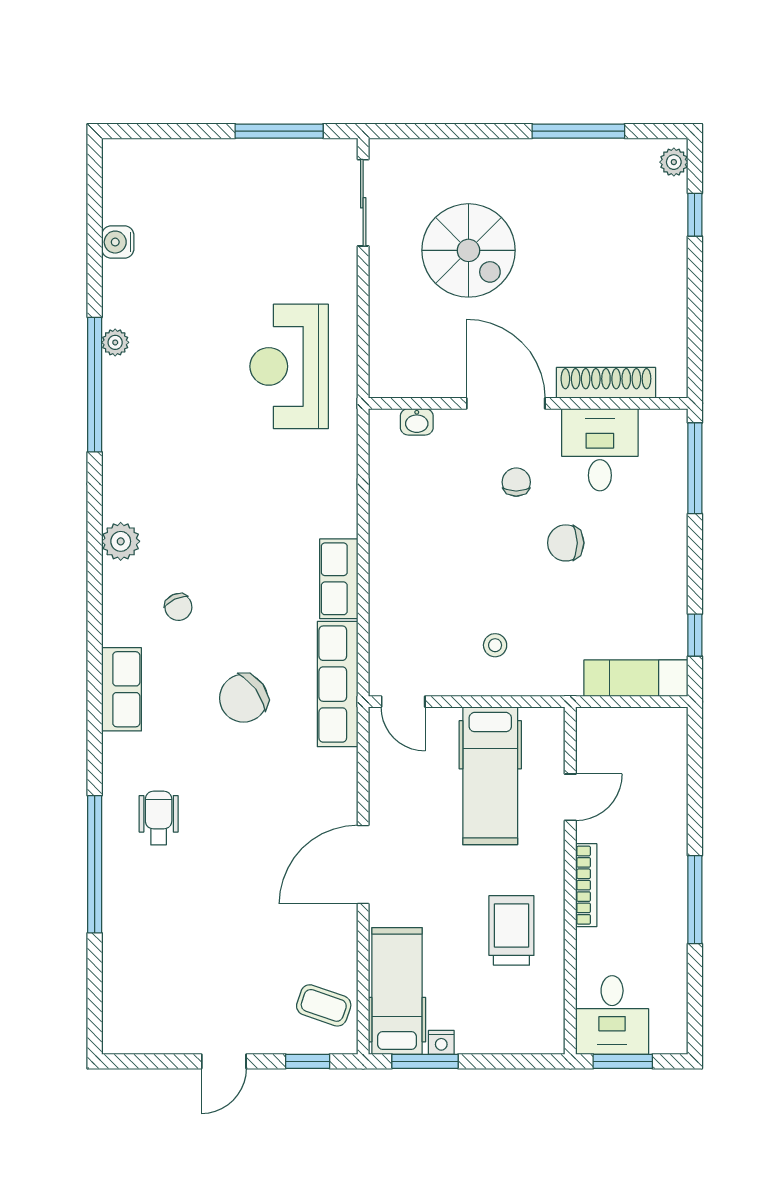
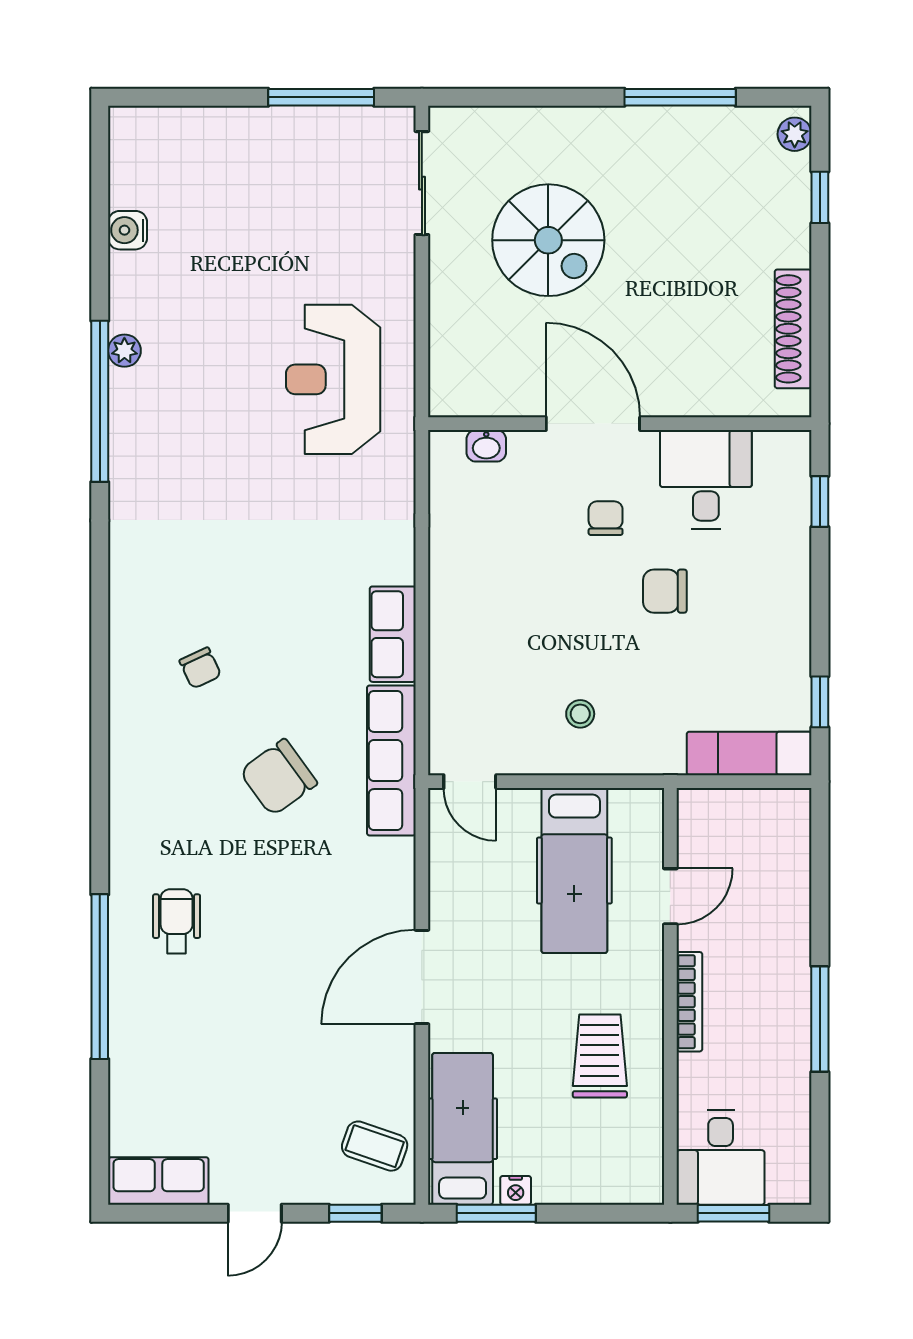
shoe rack: (606, 383) -> (793, 329), moved, turned -90
window: (695, 468) -> (820, 501), width x0.46
plant: (121, 541) -> (131, 589), removed
row of seats: (122, 689) -> (159, 1181), moved, turned -90

